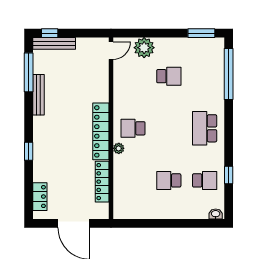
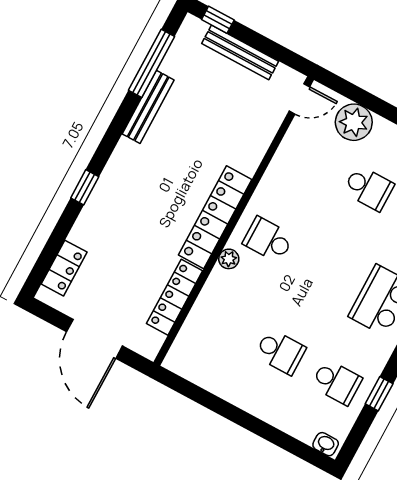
bench: (54, 43) -> (240, 52), moved
school desk: (169, 180) -> (280, 352), turned 180

